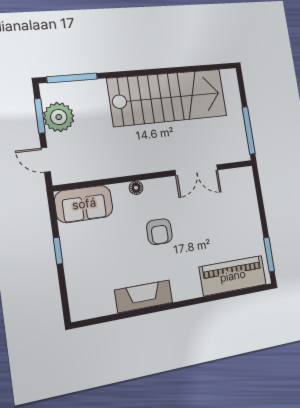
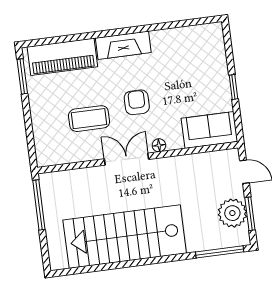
double door: (196, 170) -> (127, 159), moved
coffee table: (205, 214) -> (89, 119), added
fireplace: (144, 296) -> (123, 45), moved

